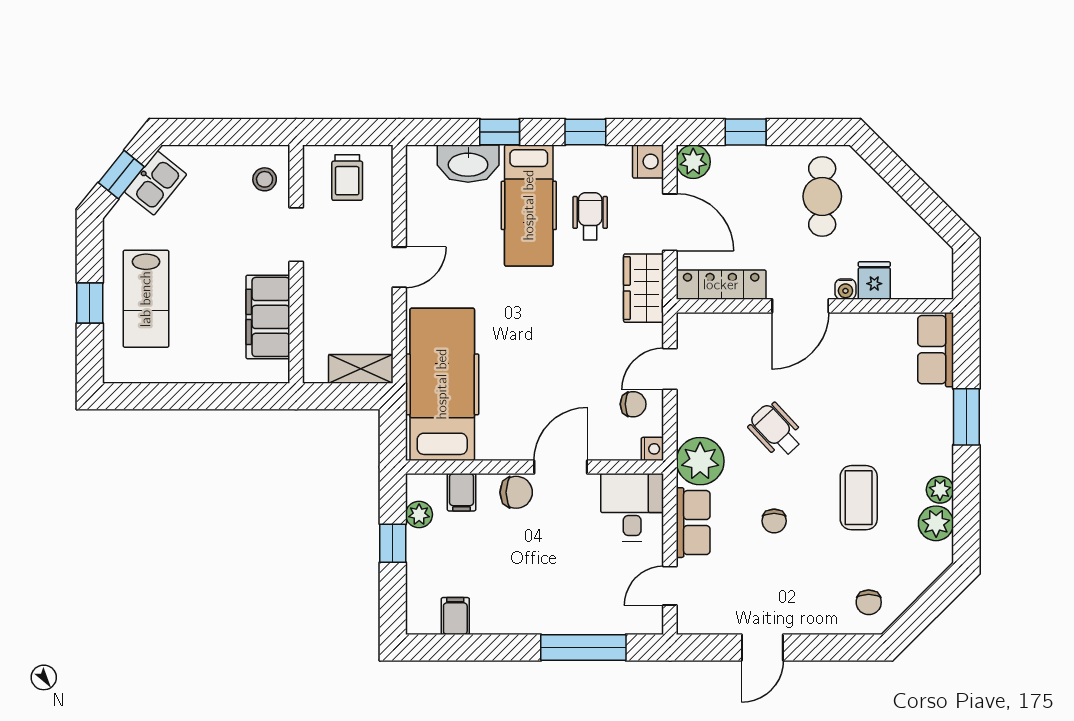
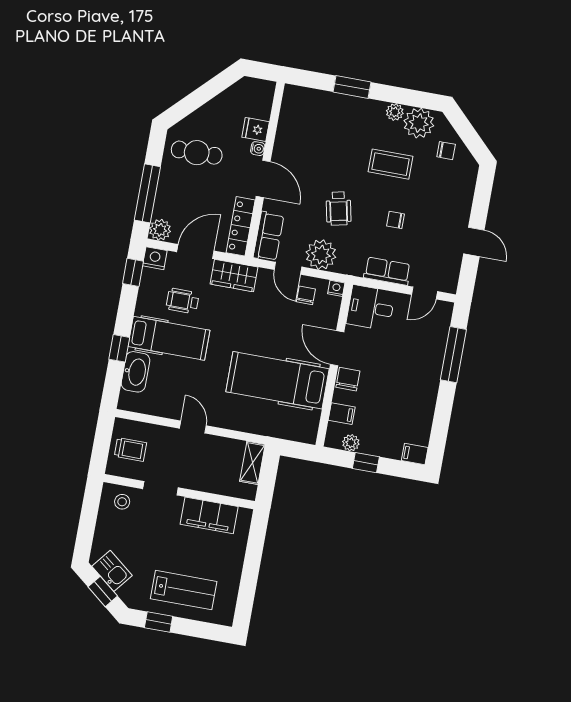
window: (585, 132) -> (133, 272), moved
window: (746, 132) -> (147, 193), width x2.17
window: (90, 303) -> (159, 622), moved
row of seats: (936, 350) -> (268, 236), moved, turned -90
hospital bed: (442, 384) -> (278, 380), moved
wheelchair: (776, 430) -> (339, 208), turned -59
plant: (700, 461) -> (321, 255), moved
chair: (774, 521) -> (396, 220), turned 180
plant: (936, 523) -> (419, 123), width x1.36, depth x1.36
door: (670, 586) -> (424, 293), hinge flipped
chair: (869, 602) -> (446, 151), moved
filing cabinet: (455, 616) -> (415, 454), moved

